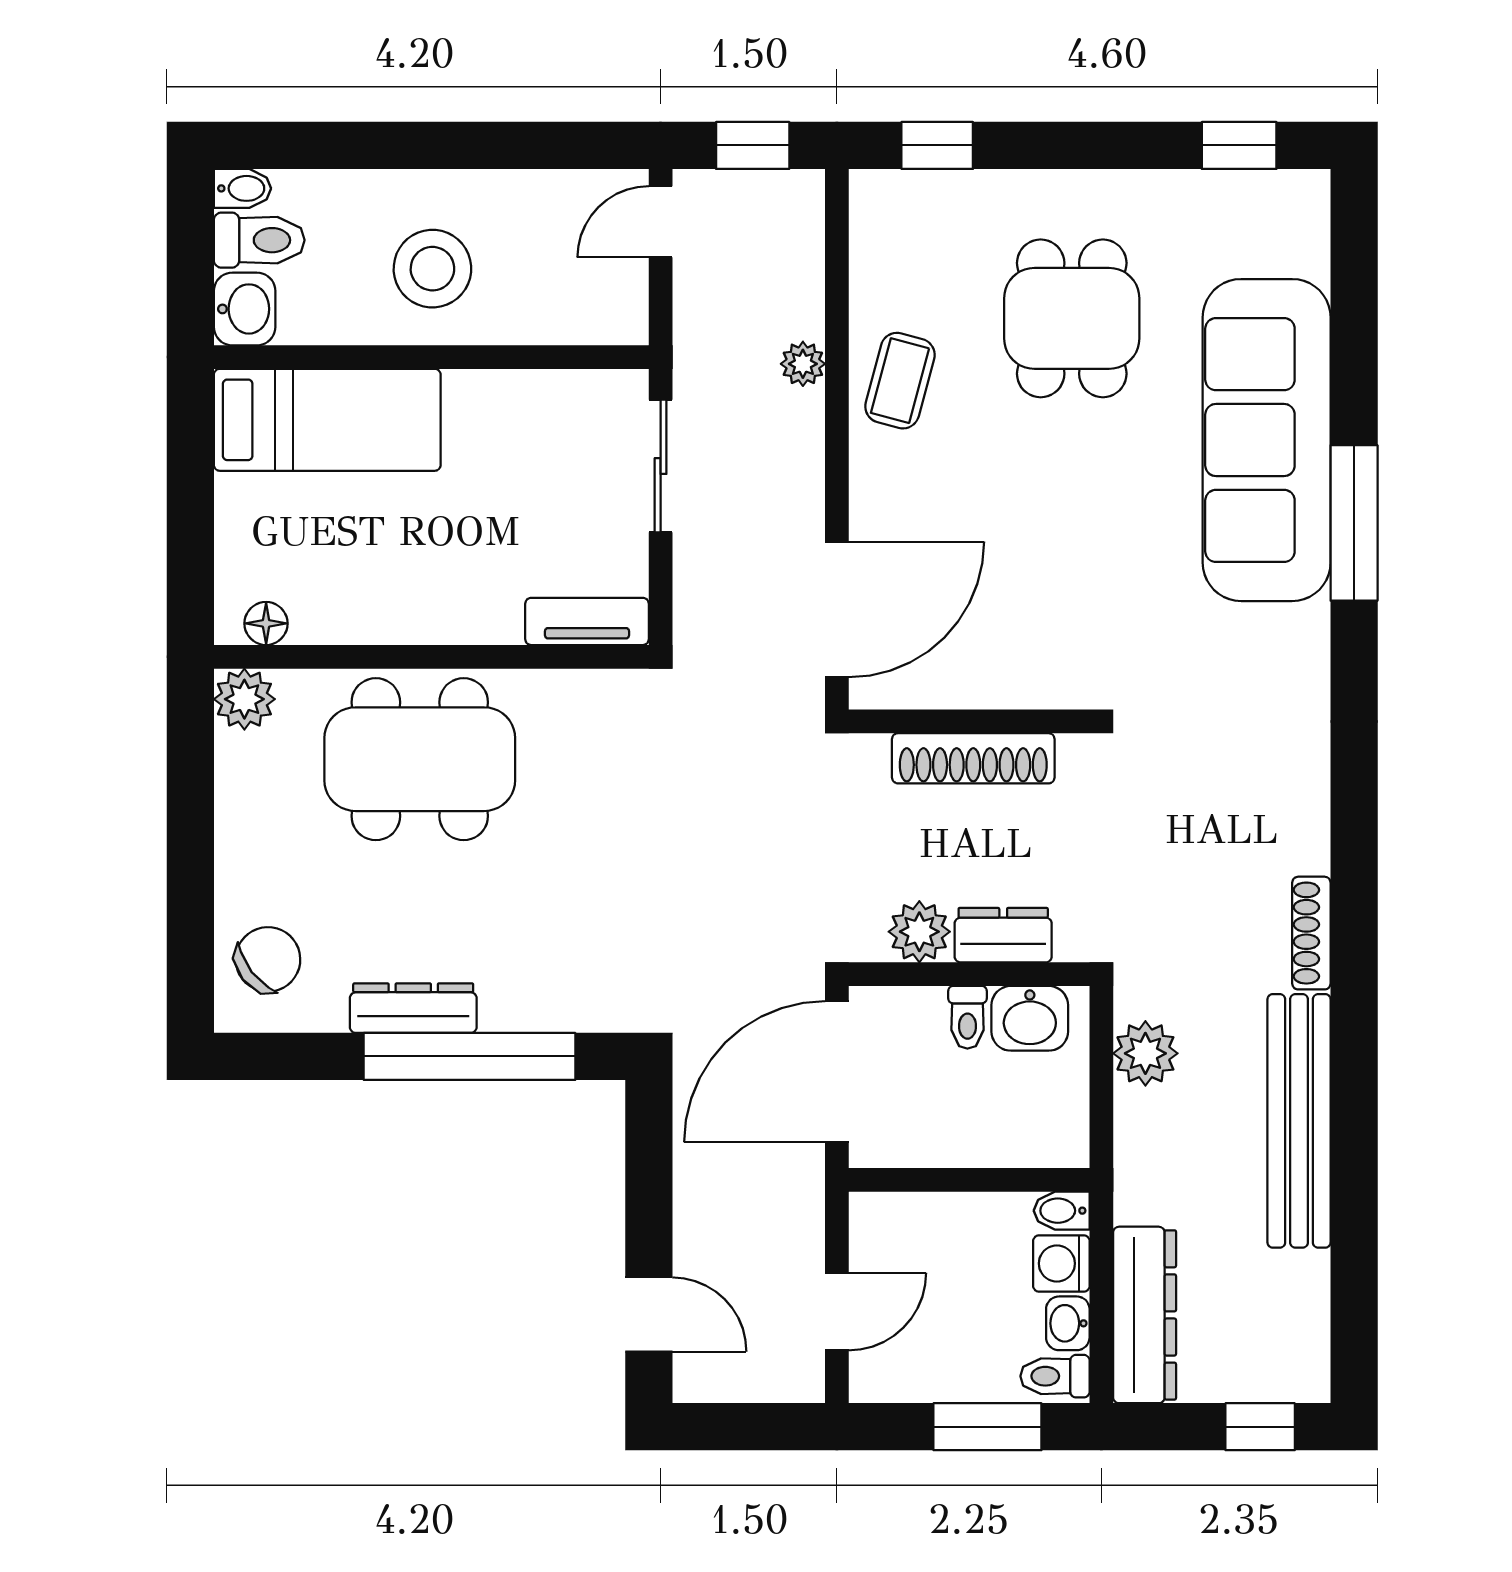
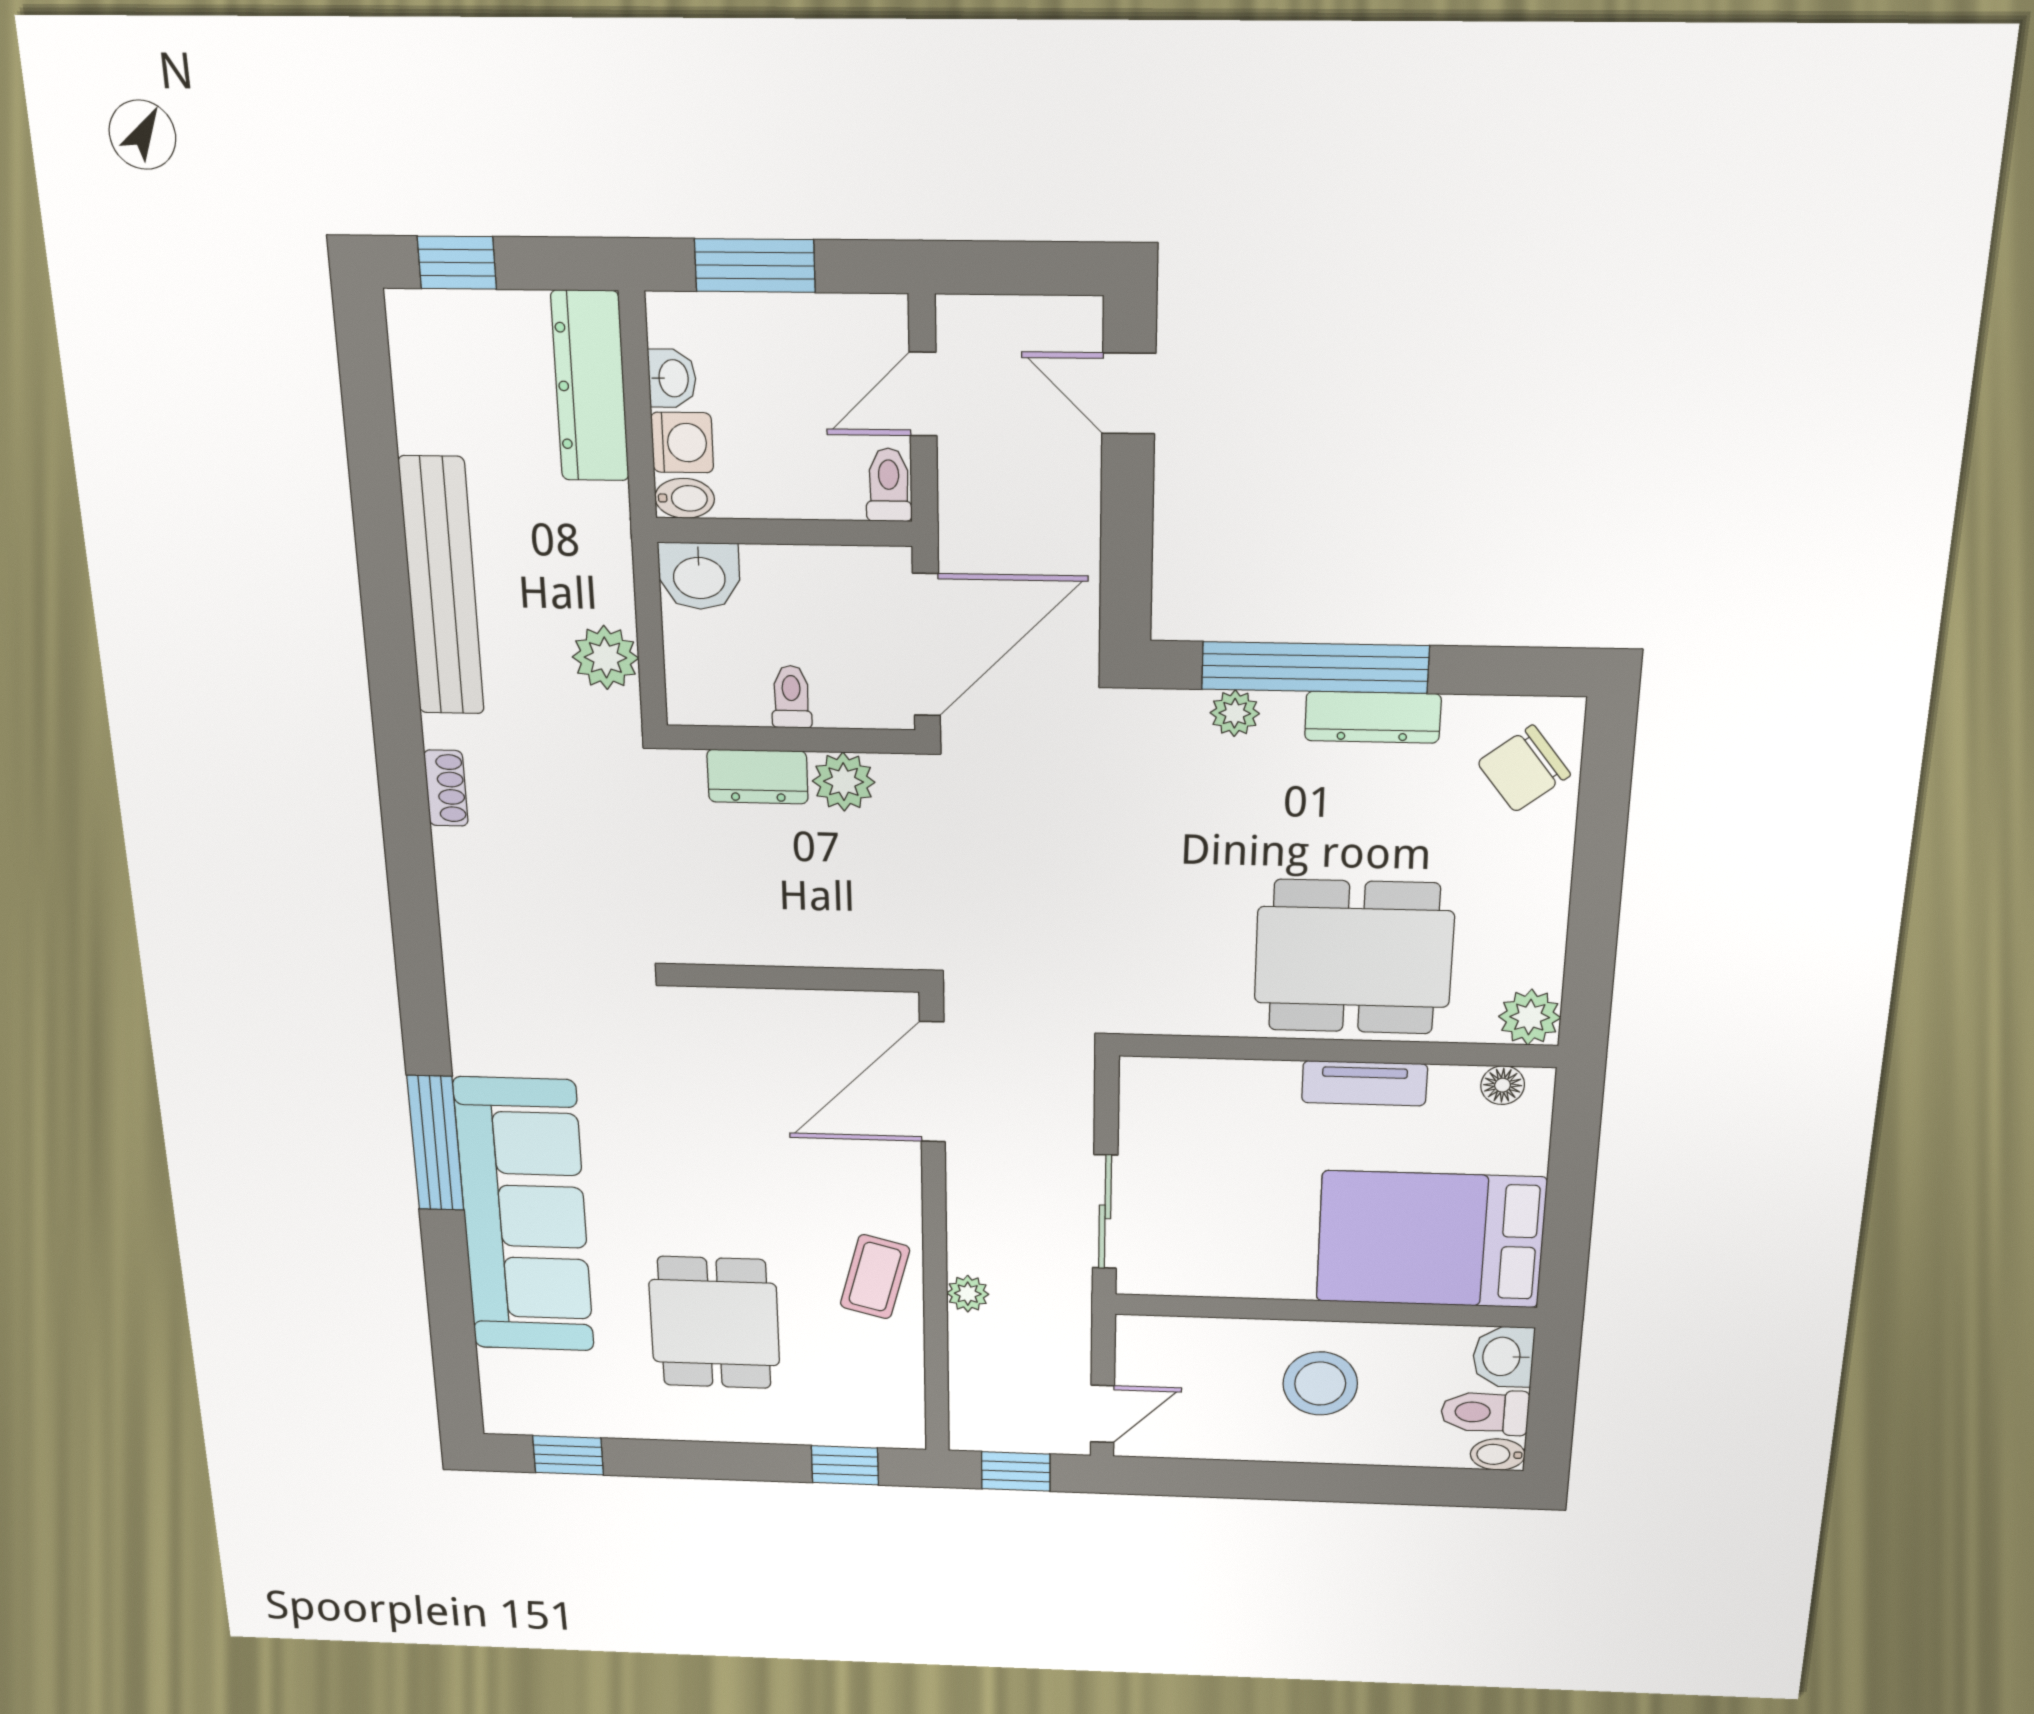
bed: (327, 420) -> (1431, 1239), width x1.50
tv unit: (587, 621) -> (1364, 1083), moved
shoe rack: (973, 758) -> (794, 944), removed
shoe rack: (1311, 933) -> (446, 788), width x0.70
plant: (544, 1009) -> (1235, 713), added
washbasin: (1030, 1018) -> (699, 576), moved, turned 180
toilet: (1055, 1376) -> (889, 485), moved, turned -90

